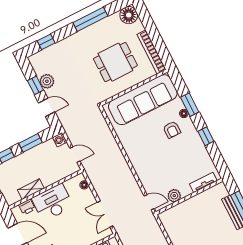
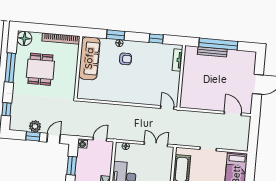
dining table: (115, 62) -> (40, 69), moved
sofa: (143, 100) -> (89, 58), width x0.74, depth x0.79
window: (206, 136) -> (156, 39), moved
plant: (174, 196) -> (174, 87), removed
door: (149, 202) -> (167, 108), hinge flipped
double door: (105, 214) -> (156, 144), swing flipped

